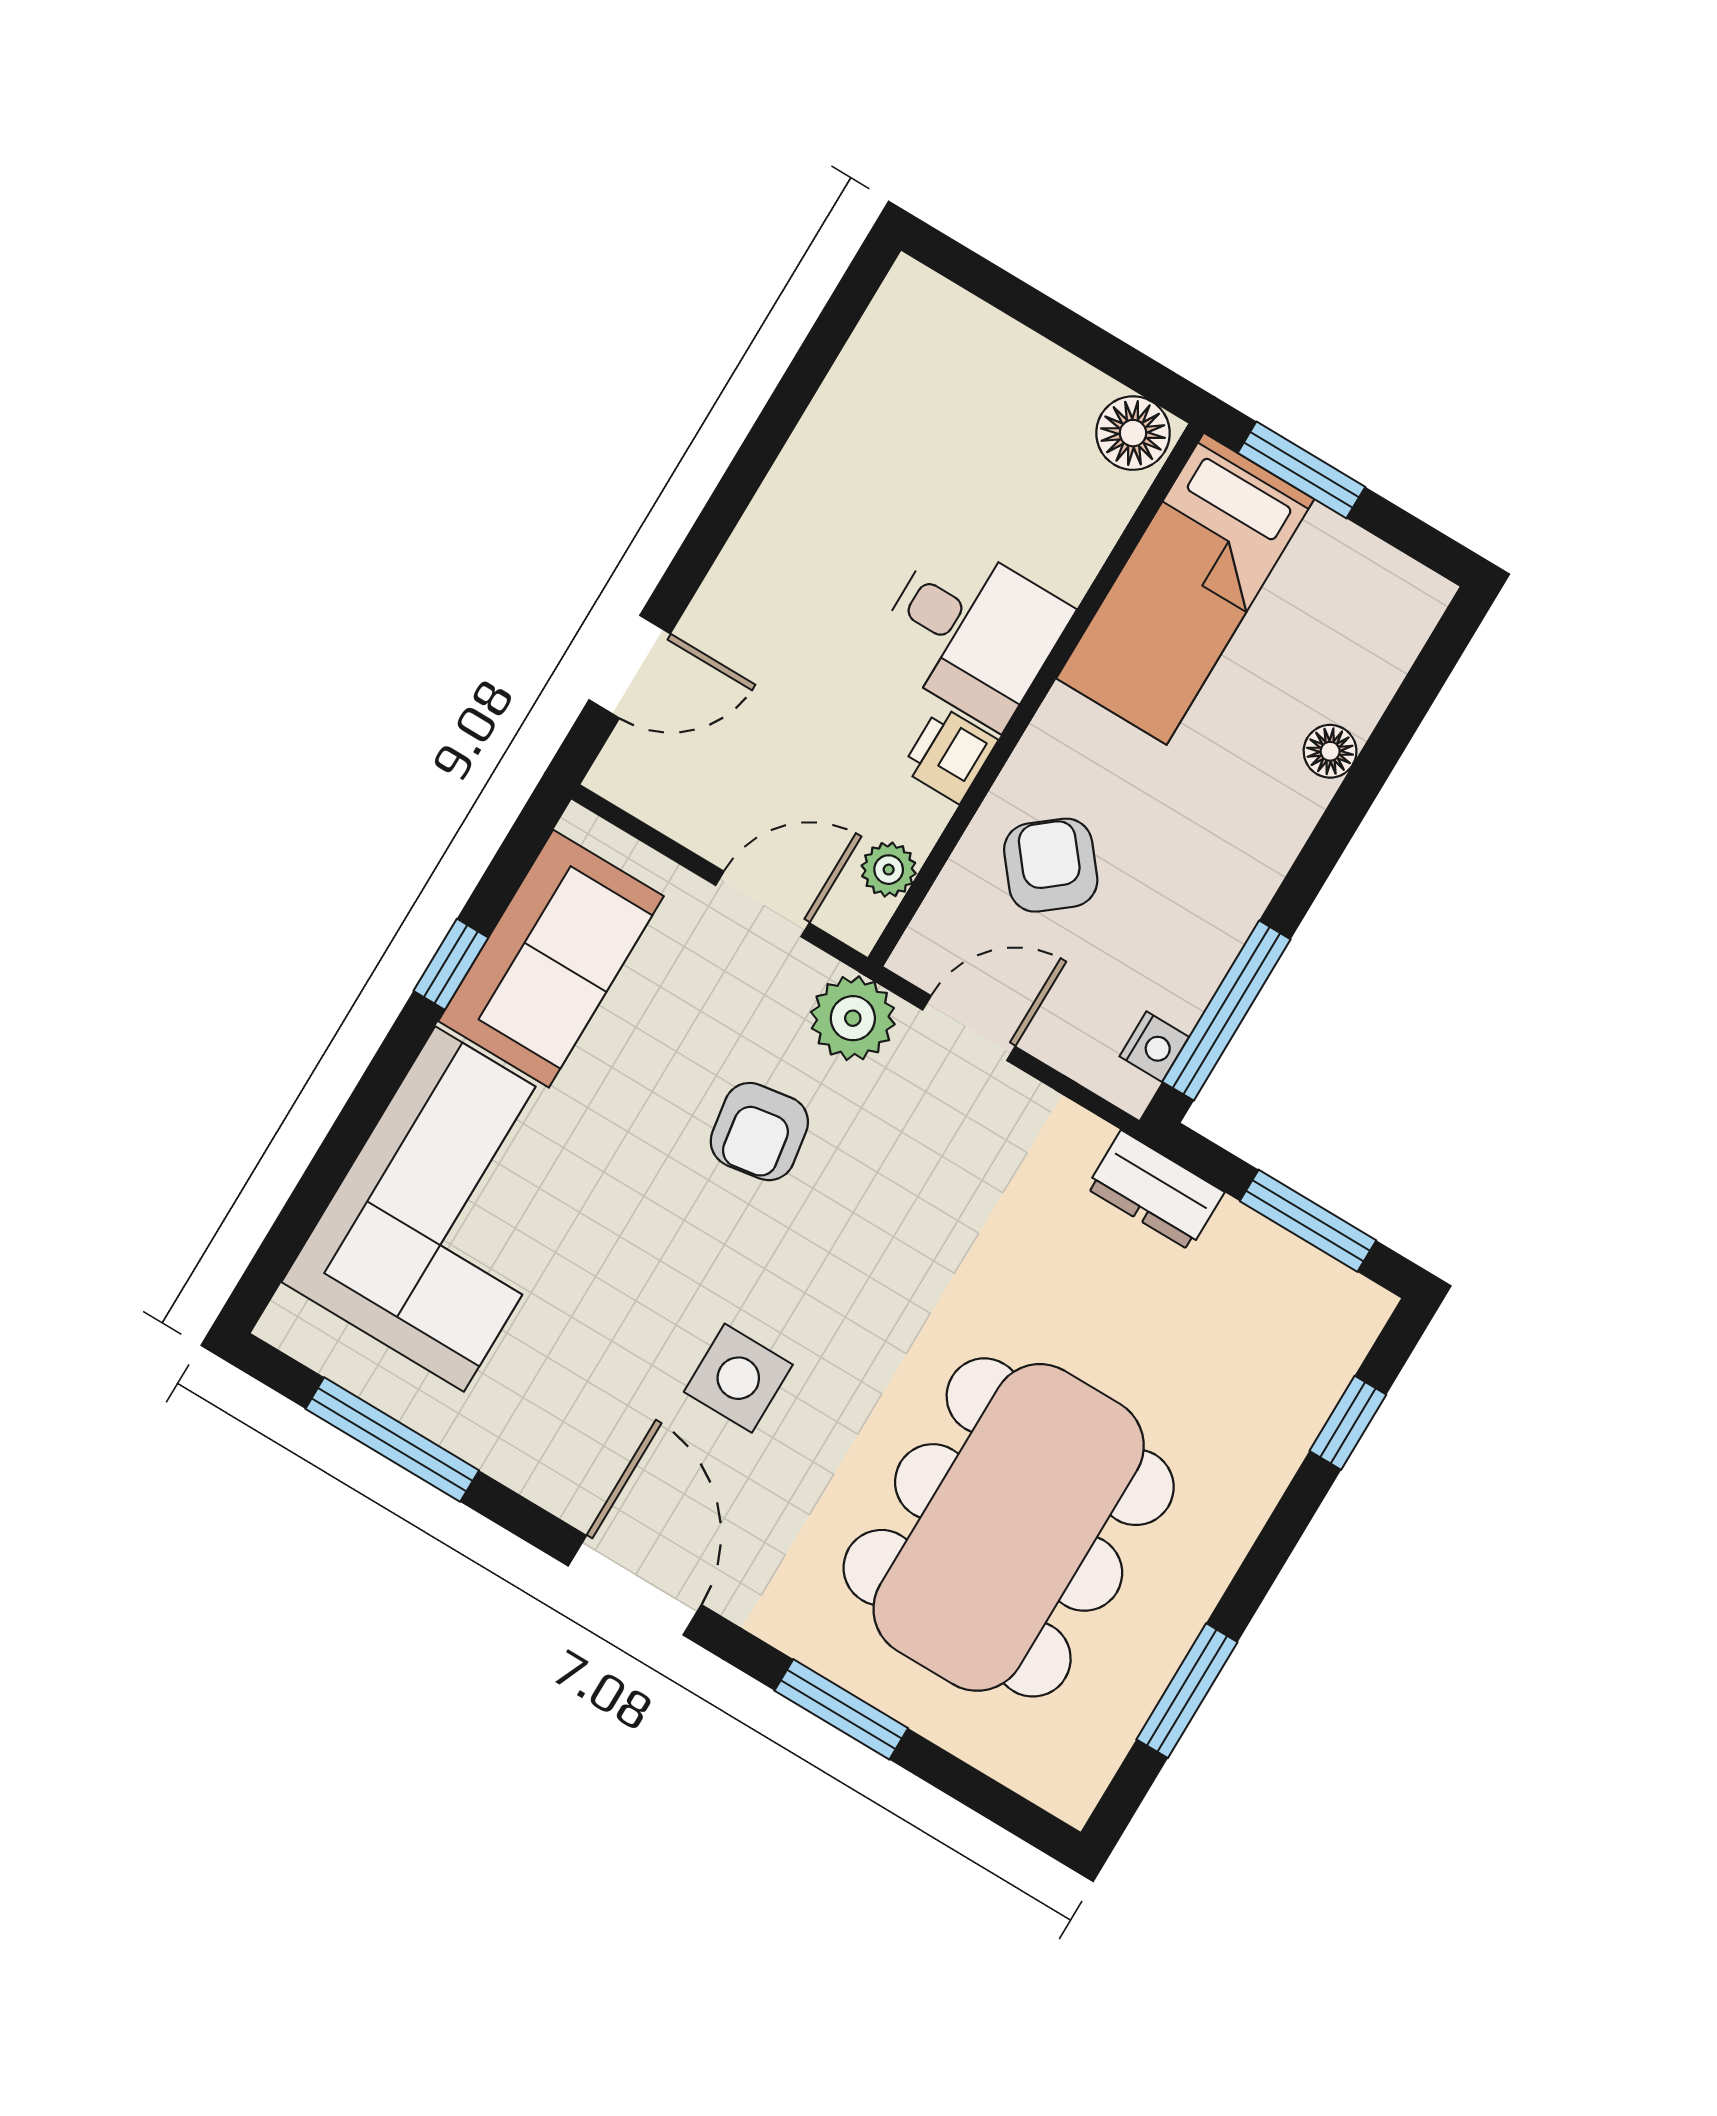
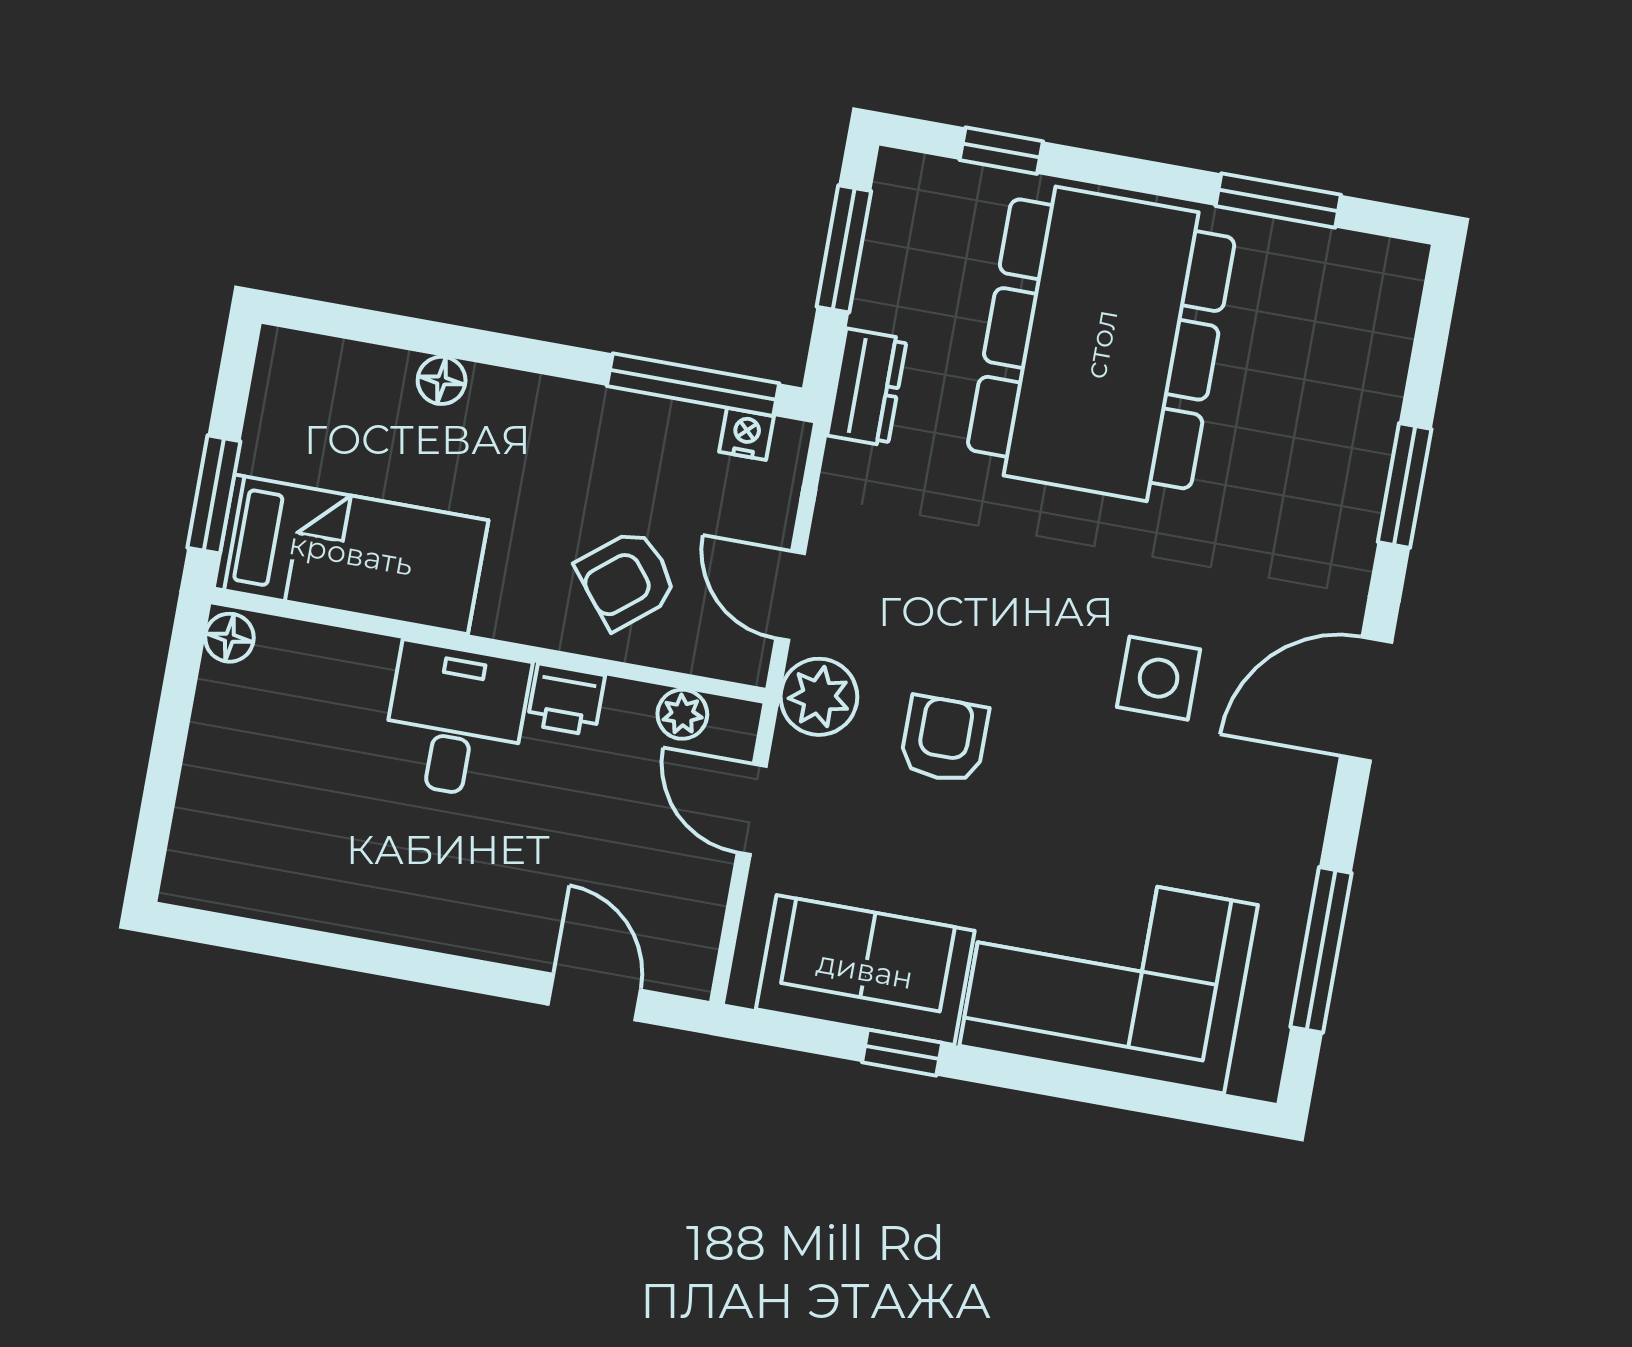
floor lamp: (1133, 433) -> (229, 638), width x0.73, depth x0.73
armchair: (759, 1132) -> (944, 739), turned -81
dining table: (1009, 1527) -> (1101, 344), moved, turned 90

